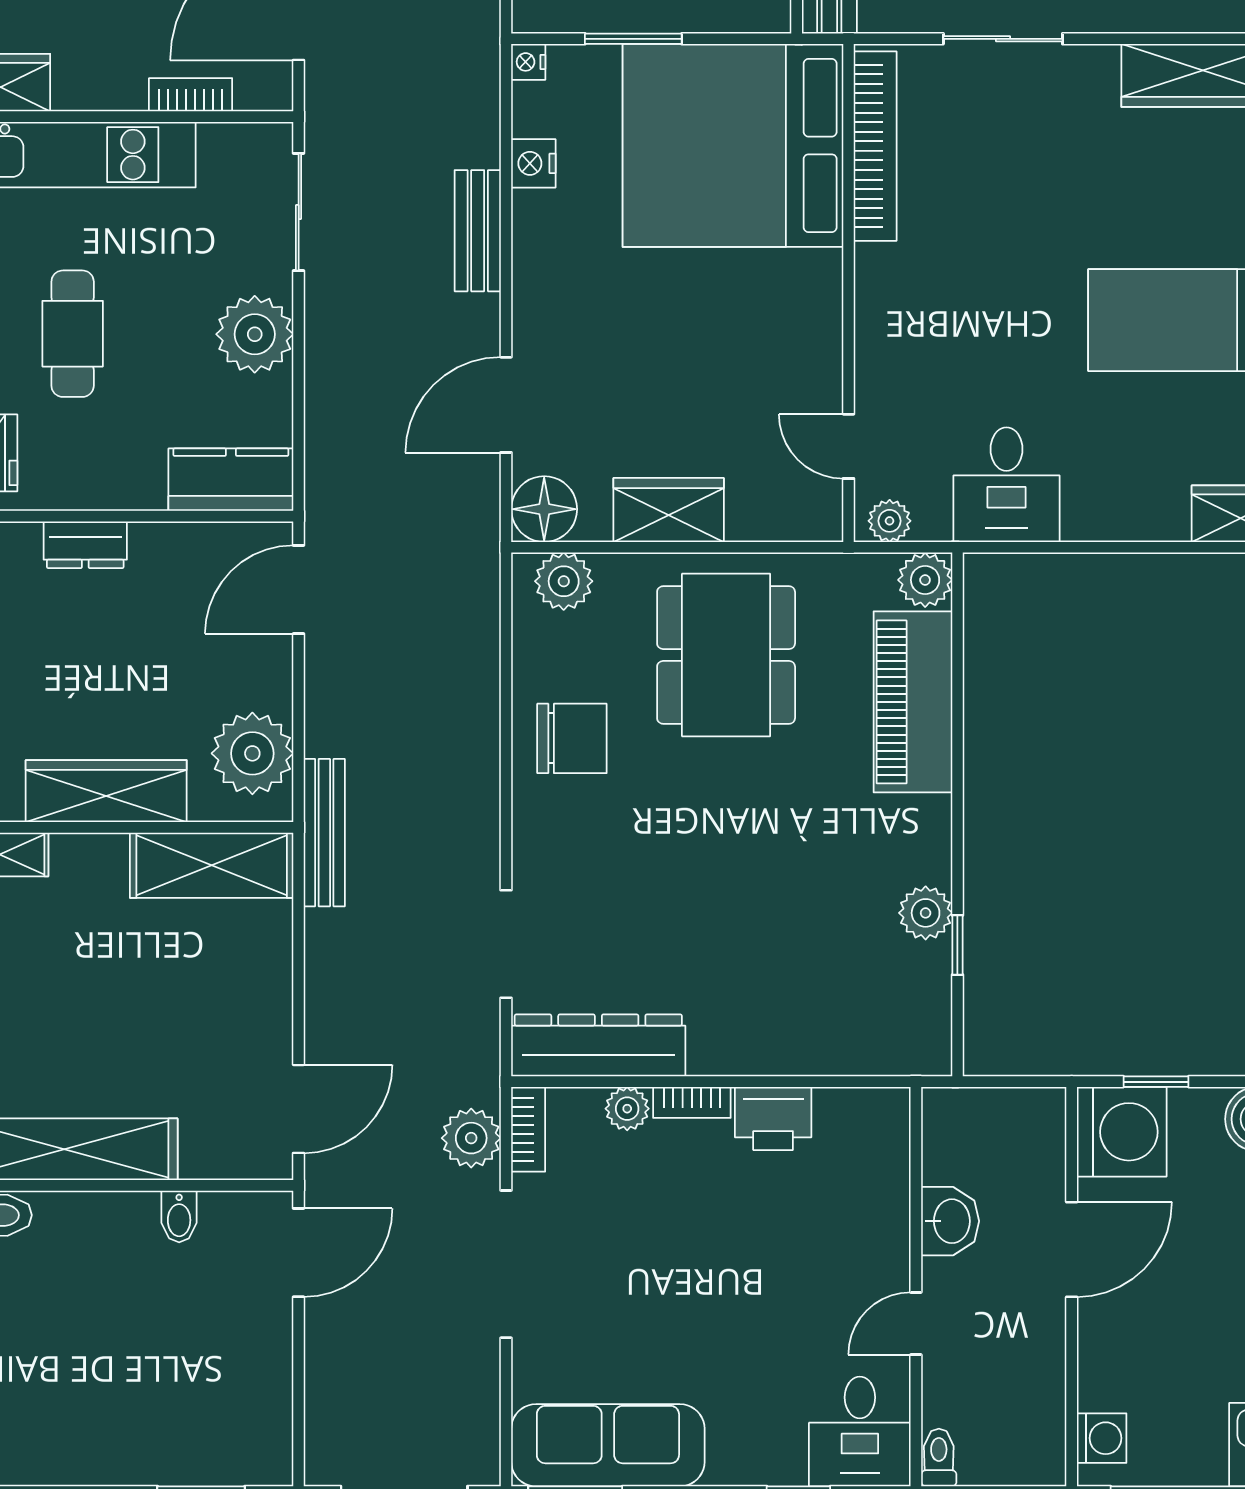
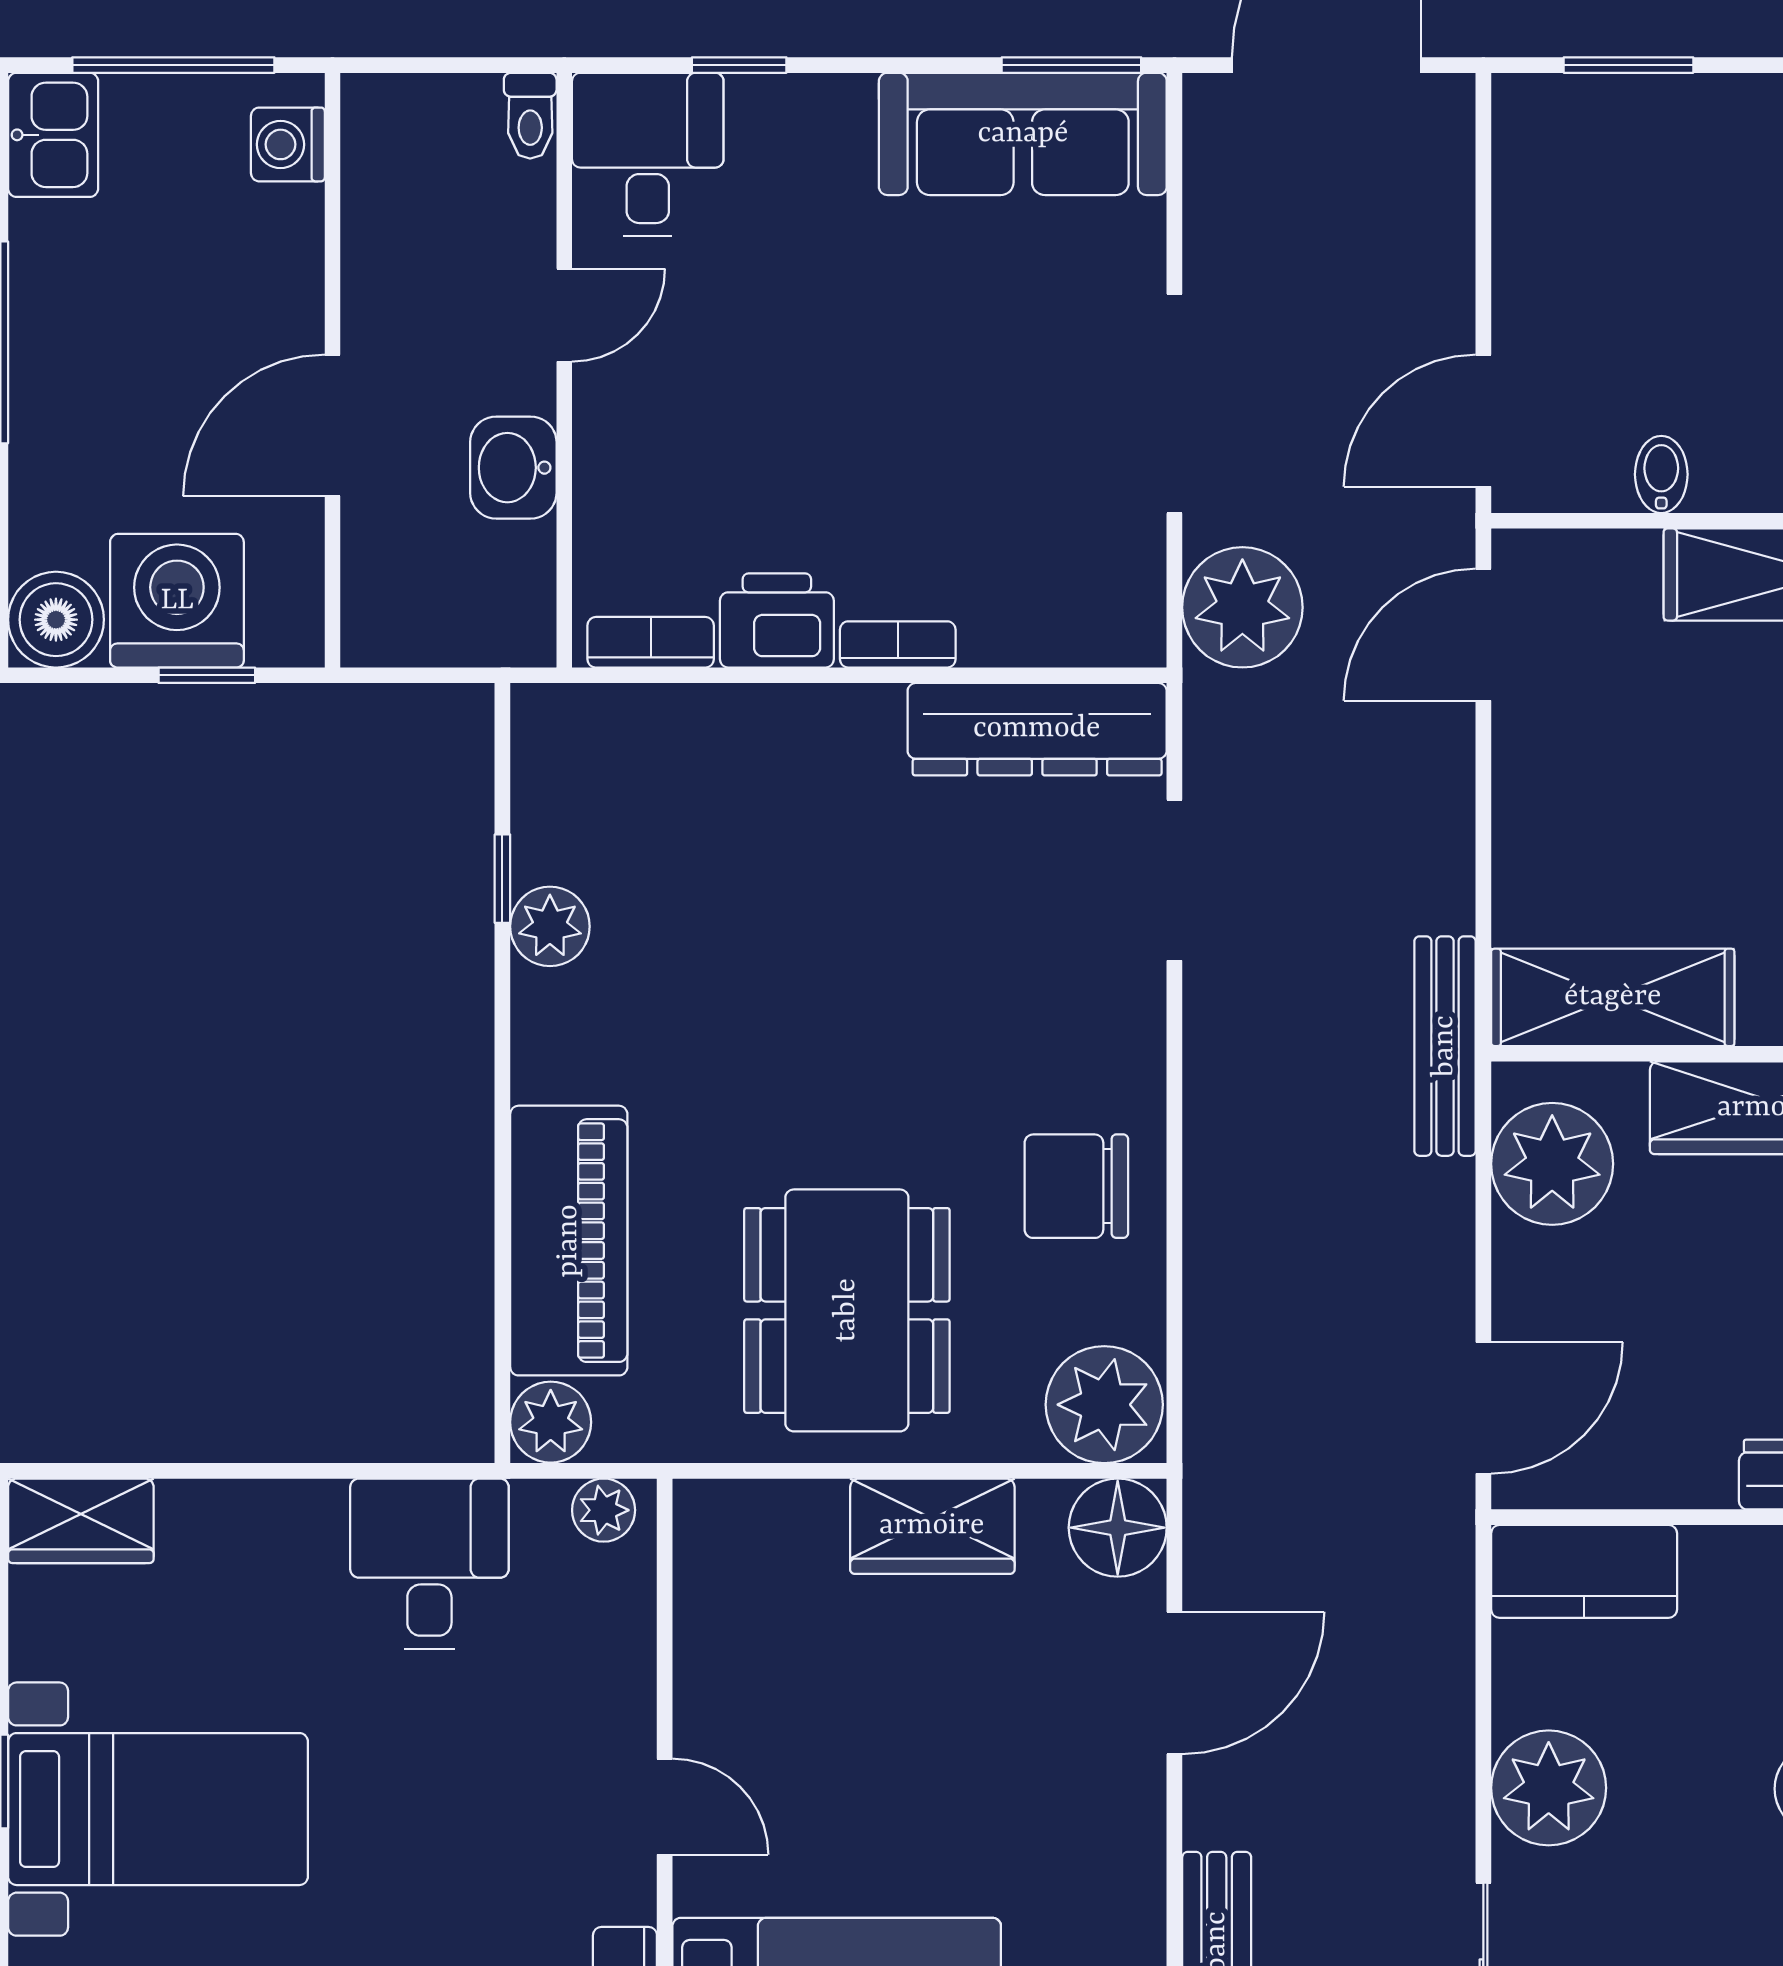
door: (848, 446) -> (665, 1807), moved
plant: (564, 581) -> (1104, 1405), width x1.36, depth x1.36
plant: (627, 1109) -> (994, 635), removed
bookcase: (528, 1129) -> (651, 642), moved, turned 90
washing machine: (1122, 1132) -> (177, 601), moved, turned 90
plant: (471, 1138) -> (1242, 607), width x1.36, depth x1.36

